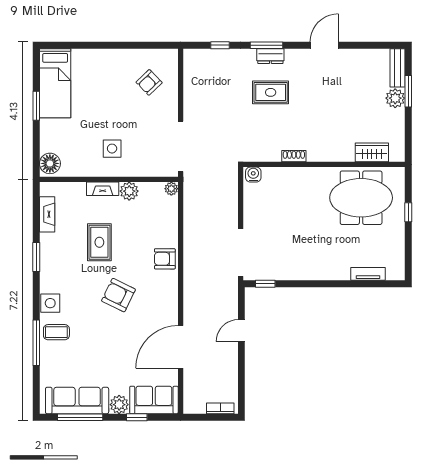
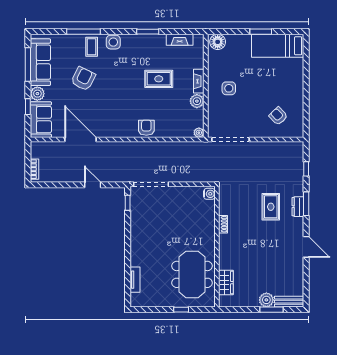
armchair: (118, 295) -> (83, 79), moved

